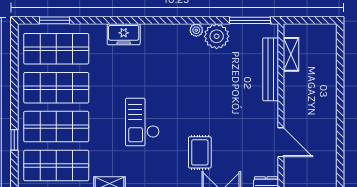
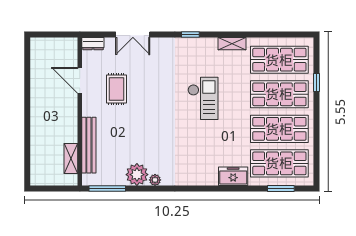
freezer: (124, 34) -> (233, 176), moved
rug: (200, 152) -> (116, 89), moved

